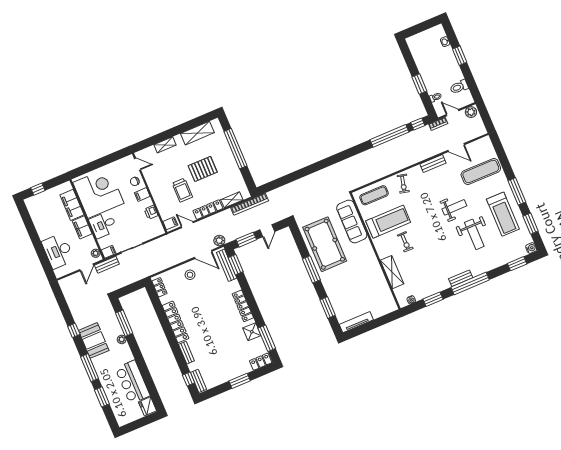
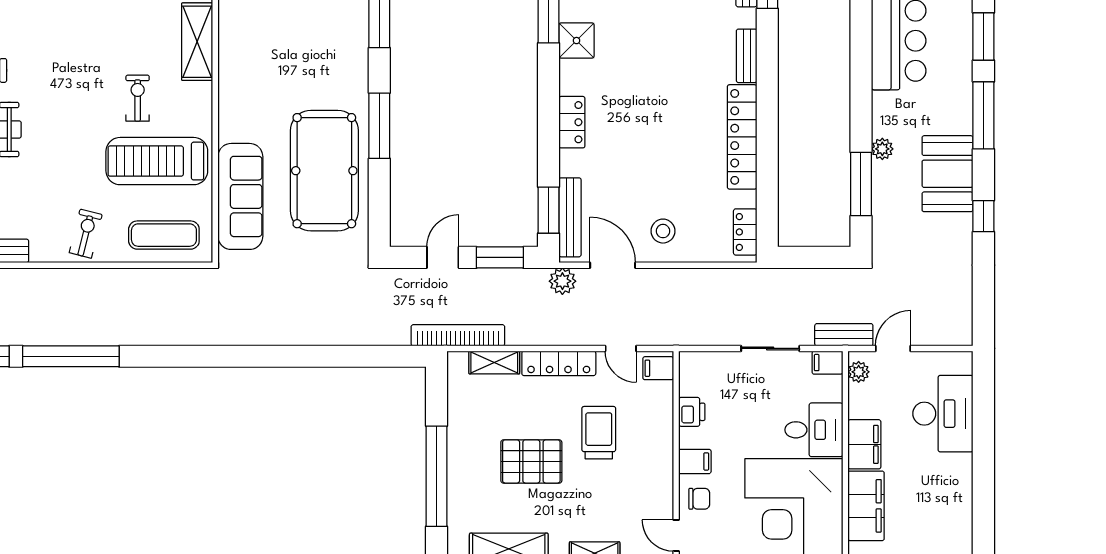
locker: (243, 306) -> (572, 122), width x0.66

